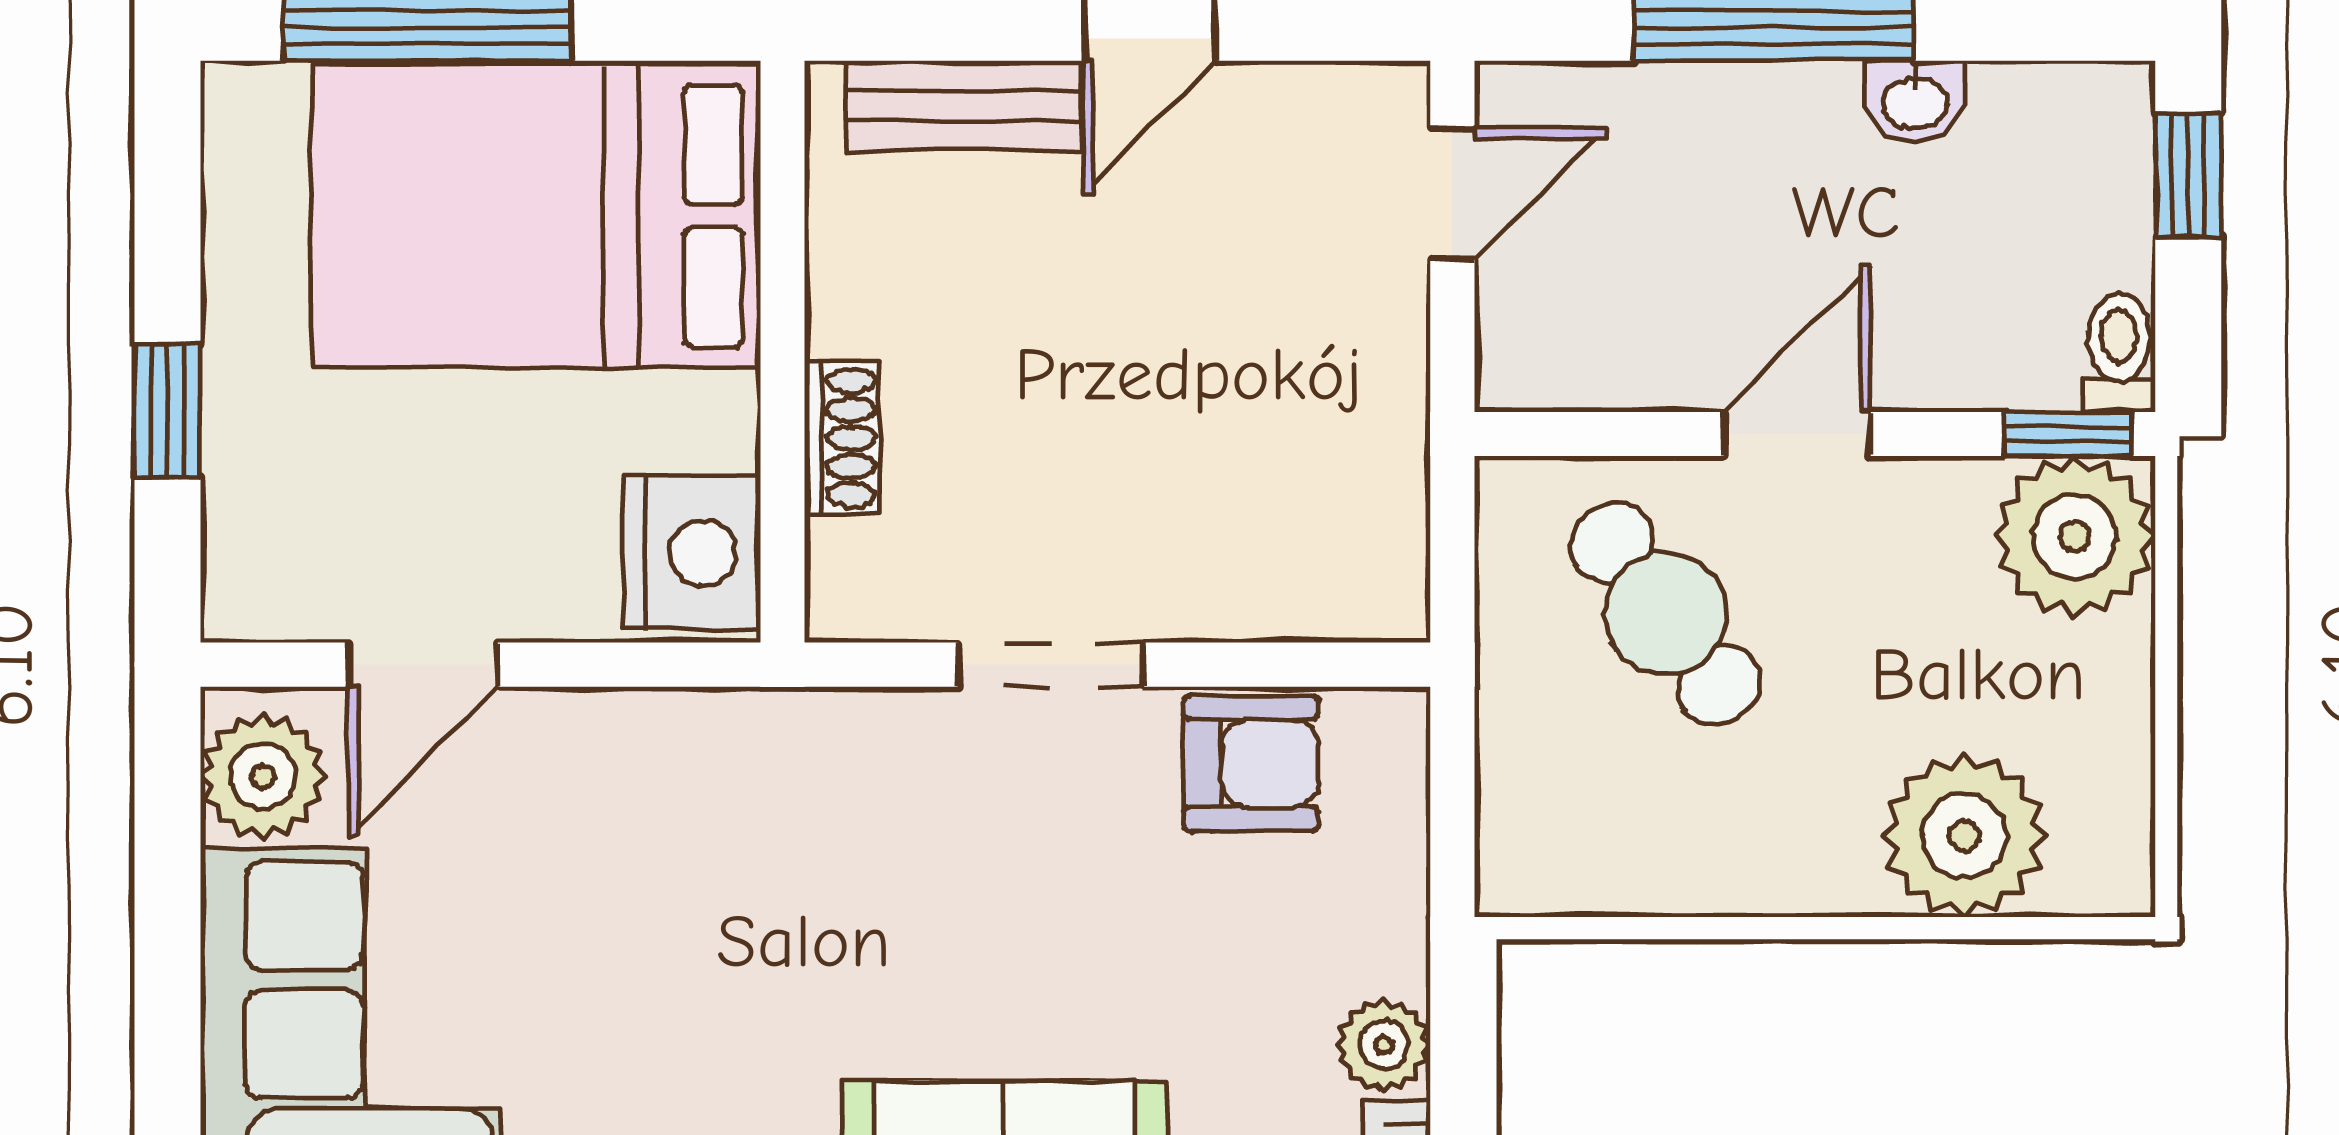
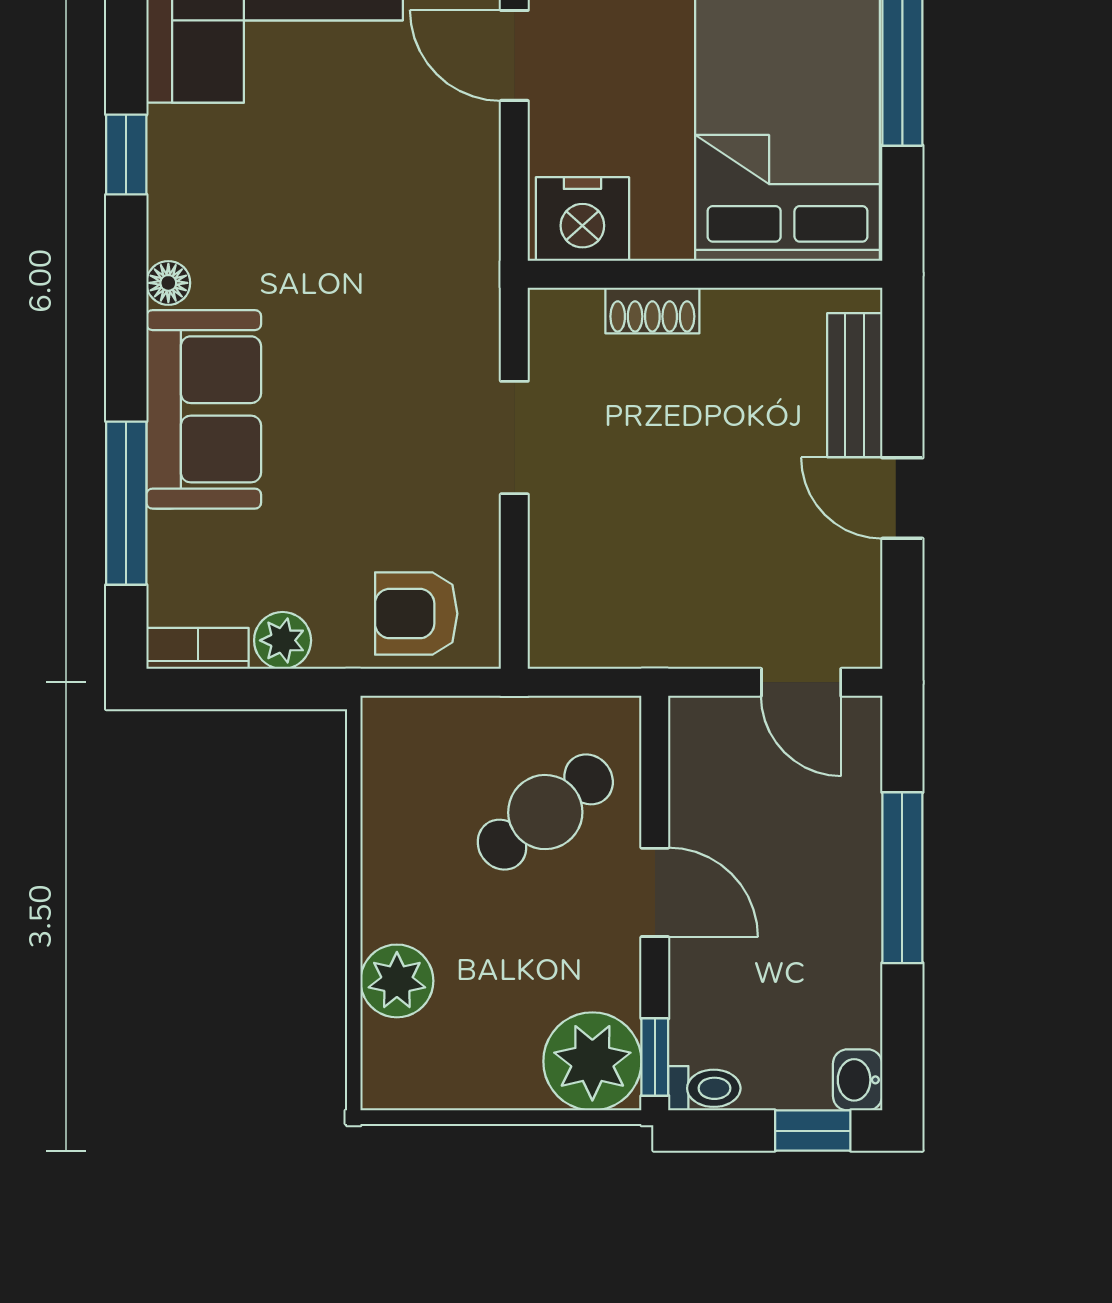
washbasin: (1915, 101) -> (858, 1080), moved
armchair: (1251, 763) -> (416, 614), moved, turned 90
plant: (1964, 836) -> (397, 981), width x0.73, depth x0.73

